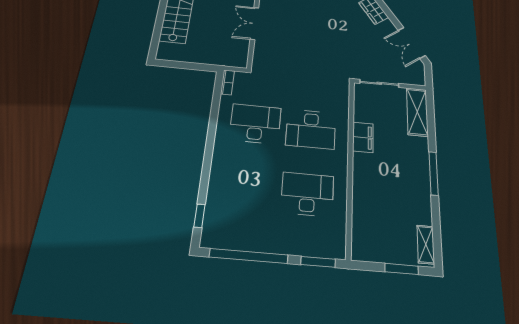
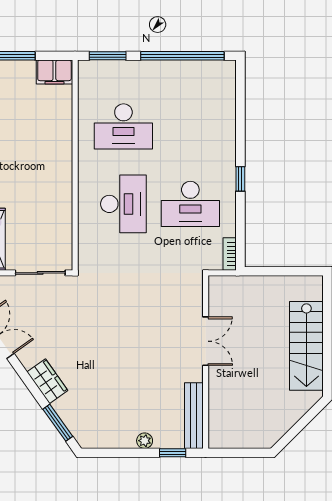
desk: (311, 129) -> (123, 204), turned 90
filing cabinet: (363, 137) -> (54, 72), moved, turned -90
window: (199, 216) -> (240, 179), moved

